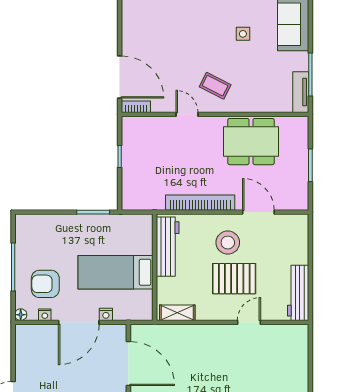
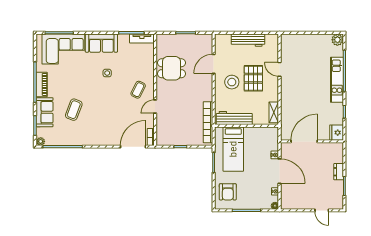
dining table: (251, 142) -> (171, 68), width x0.73
bookcase: (200, 203) -> (208, 122), moved
bed: (116, 272) -> (233, 149), moved
armchair: (45, 284) -> (228, 192), moved
workbench: (298, 293) -> (248, 40), moved

